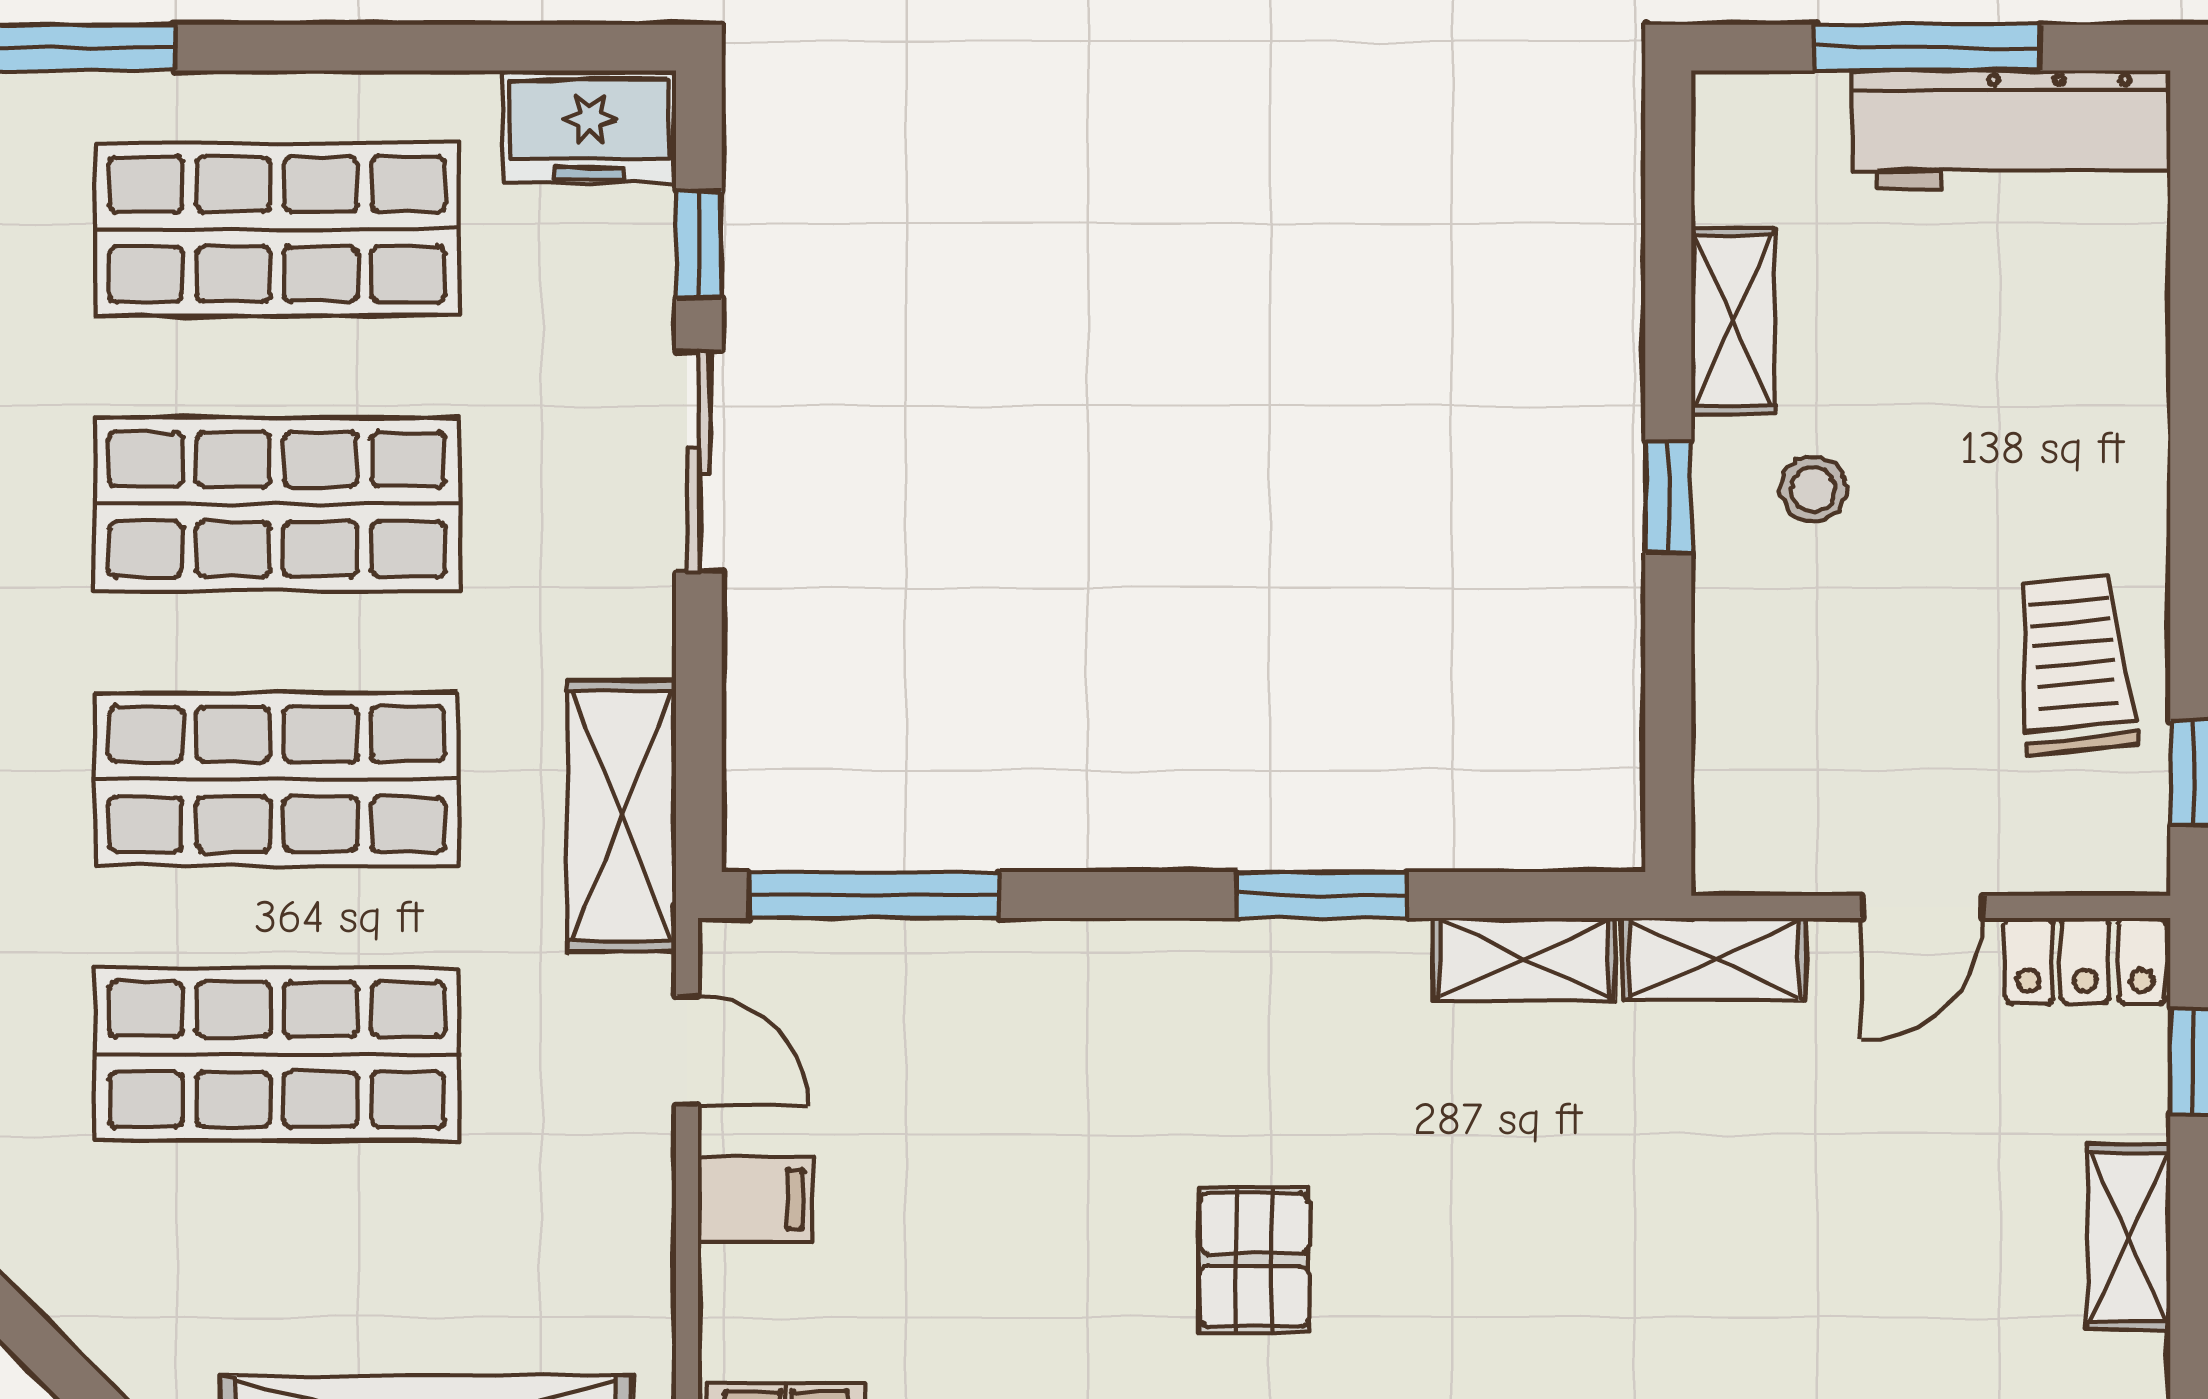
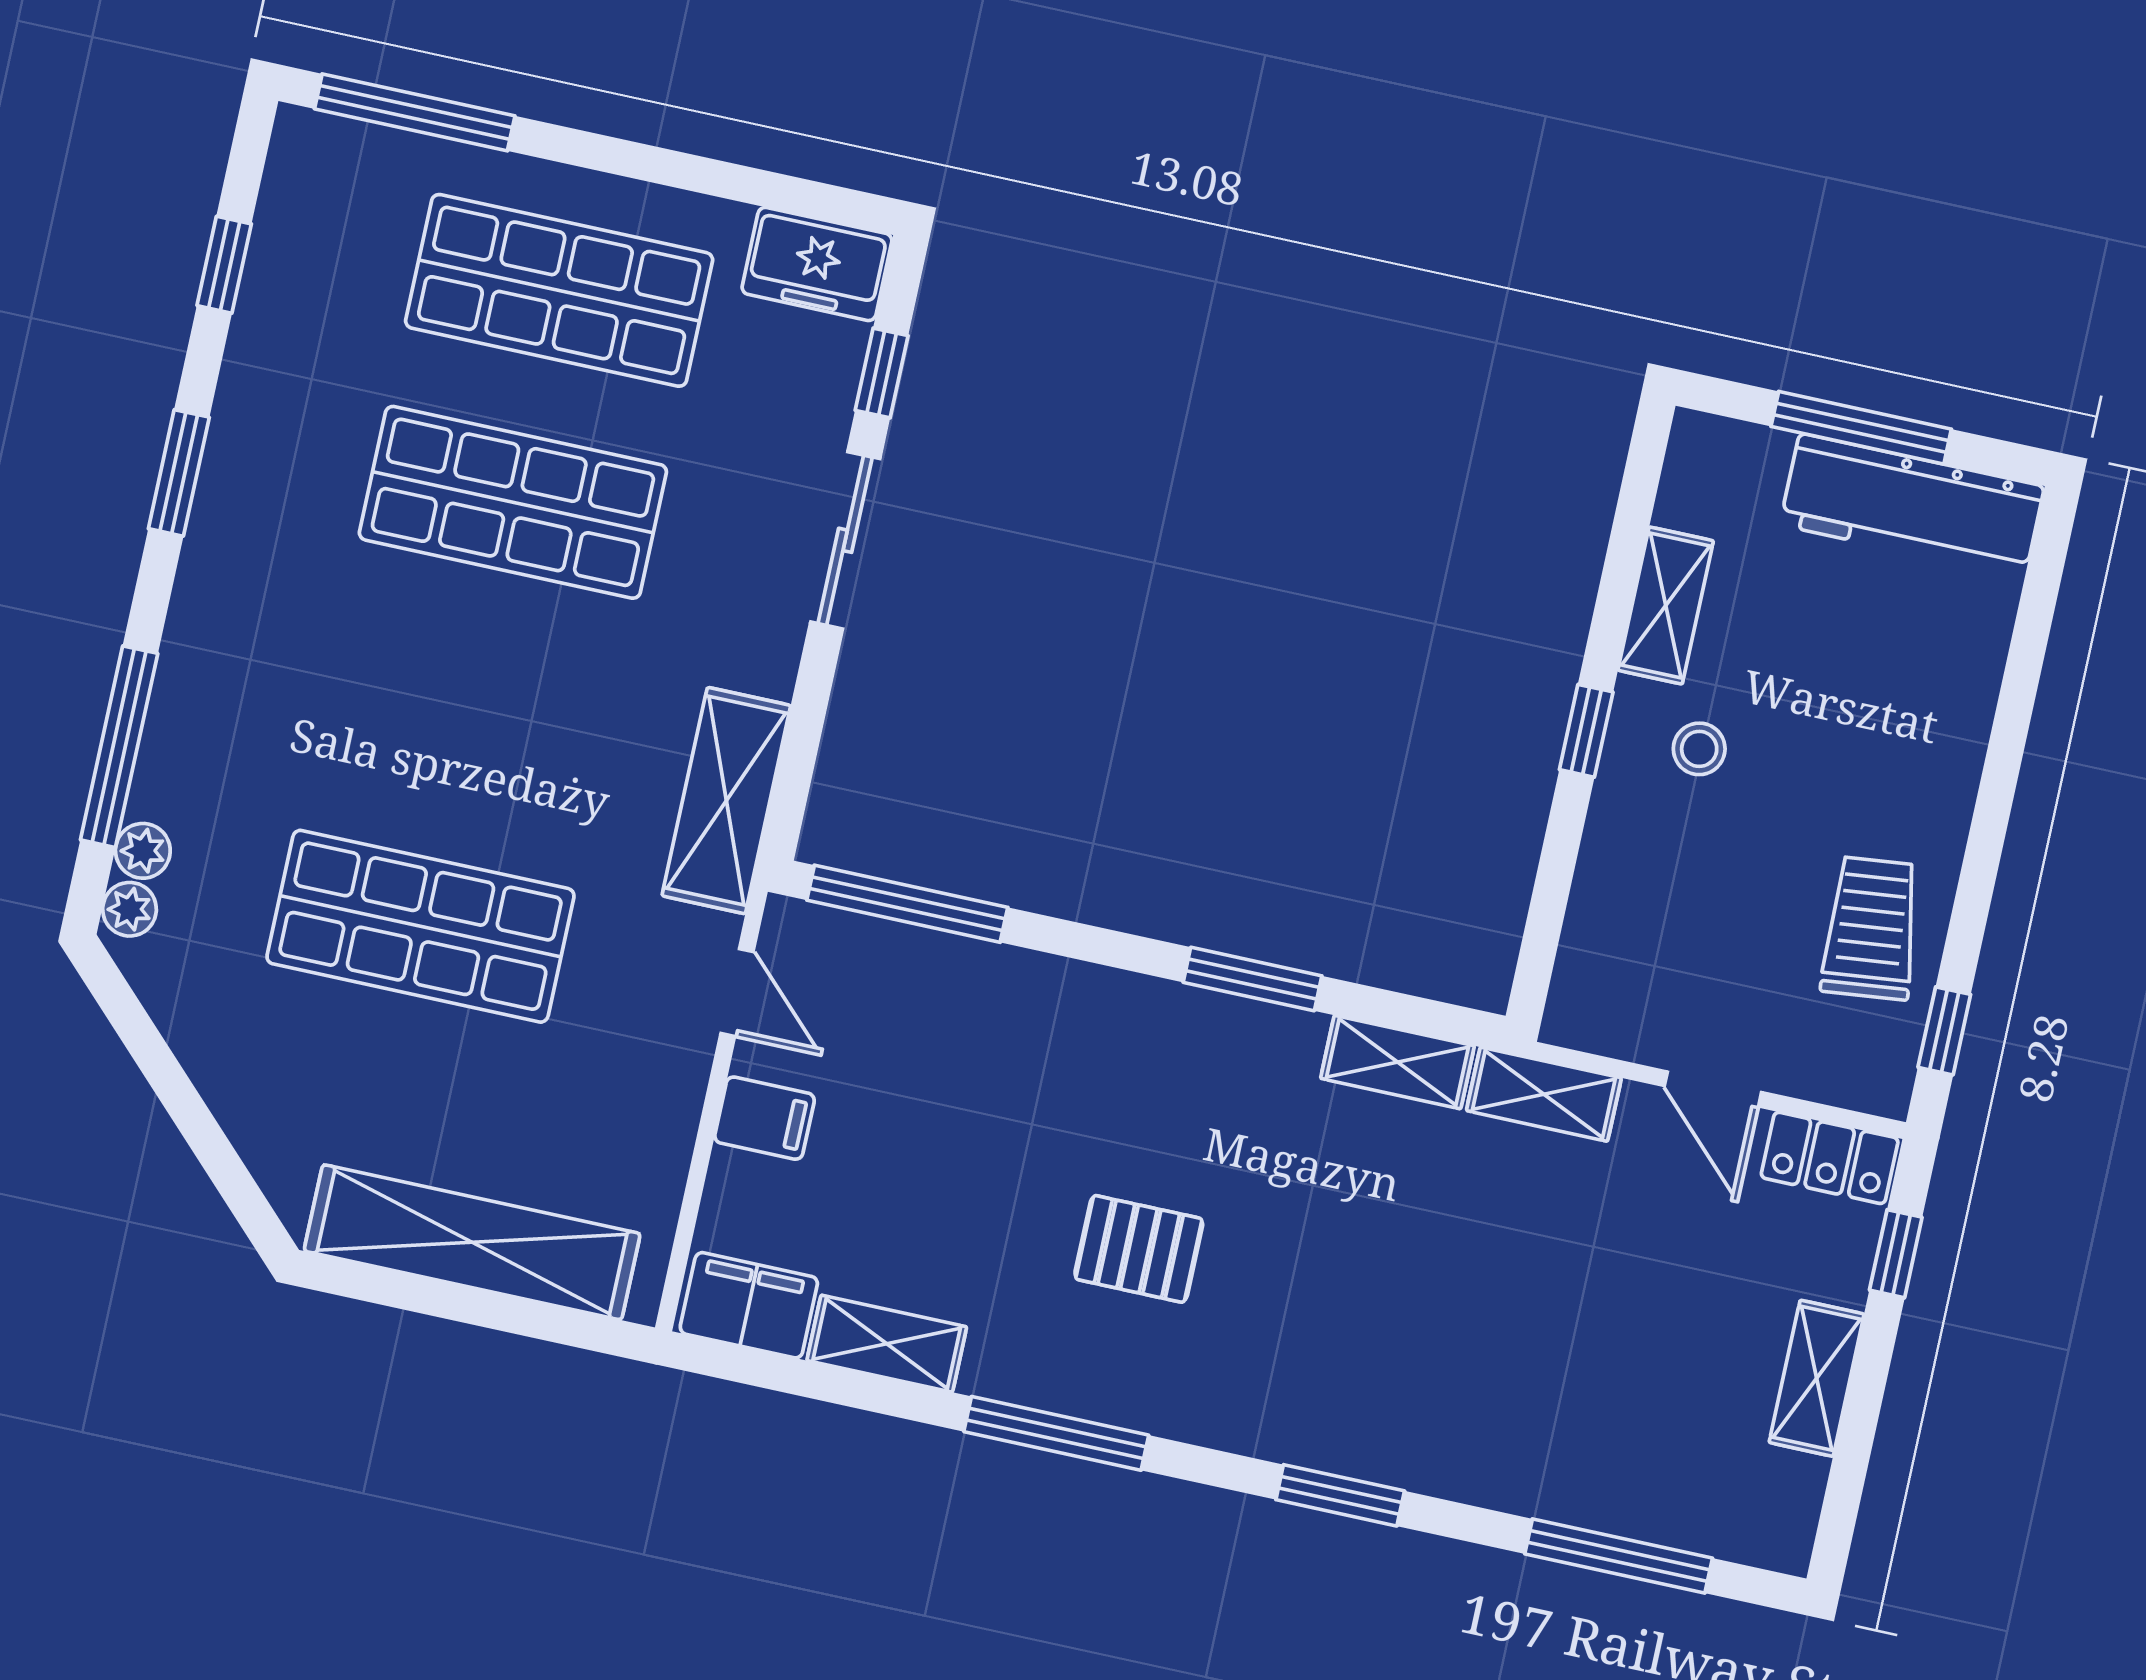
shop shelf: (277, 779) -> (467, 714), removed
door: (1922, 907) -> (1713, 1089), hinge flipped
pallet: (1254, 1260) -> (1139, 1249), turned 90

